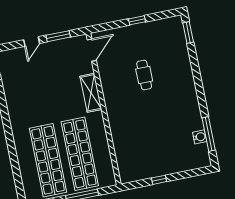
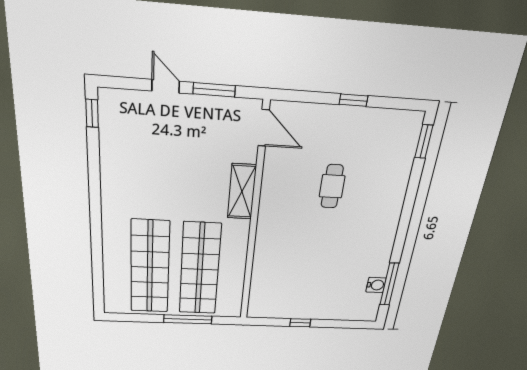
door: (32, 42) -> (166, 86), swing flipped
door: (92, 50) -> (264, 128), hinge flipped

